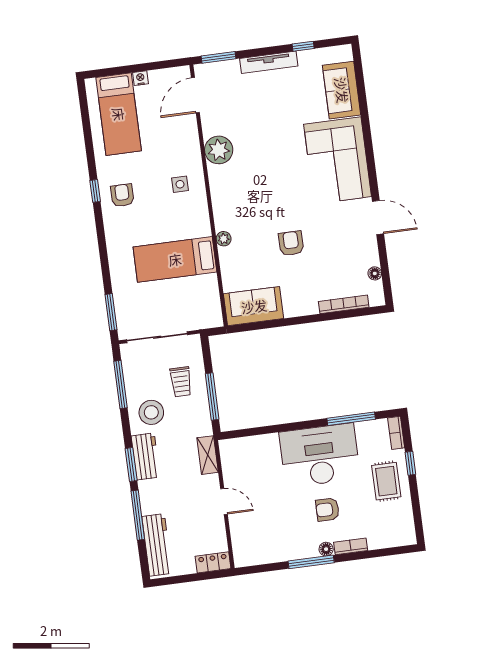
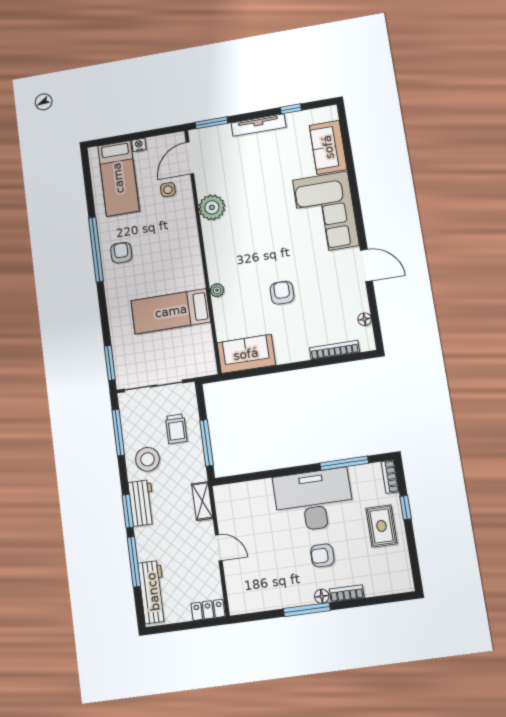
side table: (180, 184) -> (168, 190), moved
window: (95, 191) -> (96, 250), width x3.17

